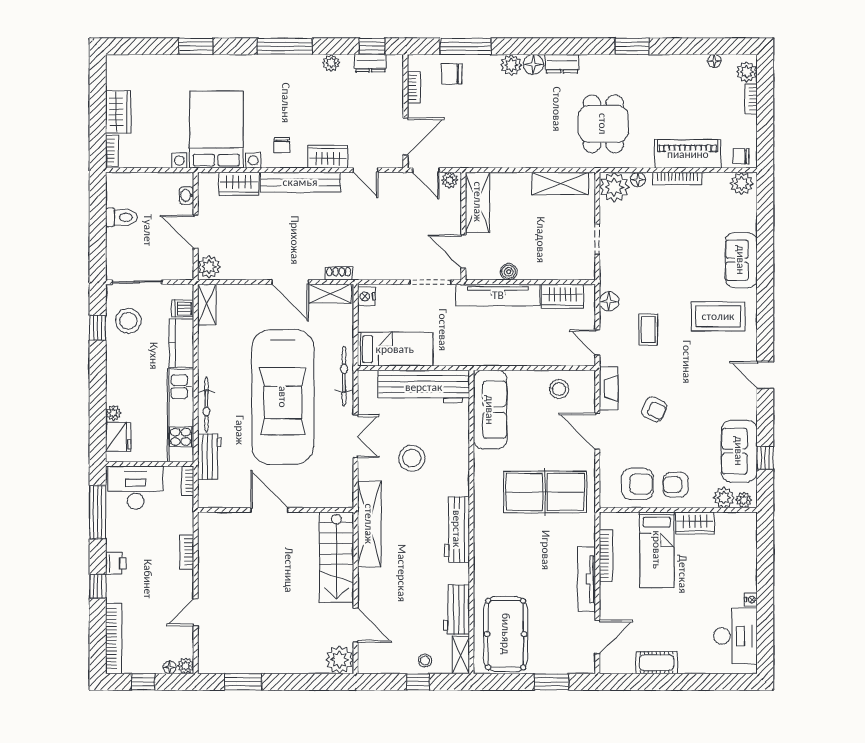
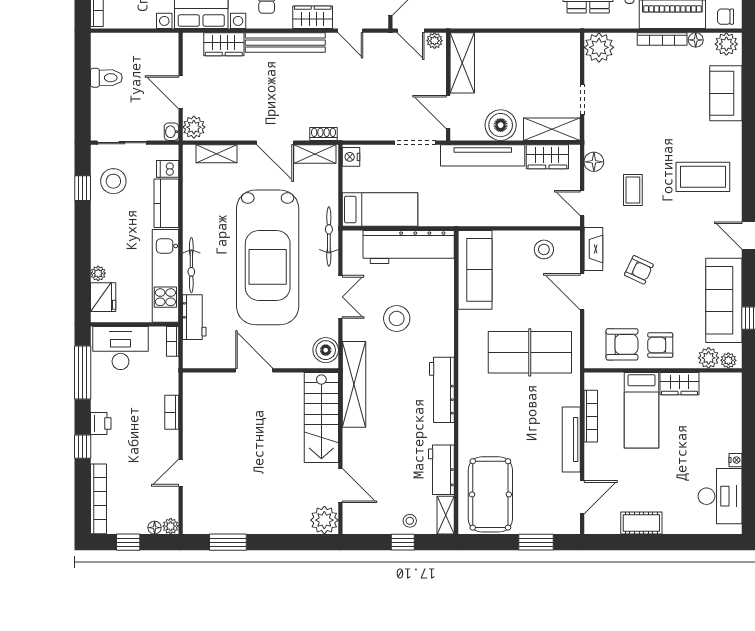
floor lamp: (638, 180) -> (696, 40), moved
shelving: (560, 184) -> (552, 129), moved
washbasin: (187, 195) -> (171, 132), moved
sofa: (741, 260) -> (726, 93), moved
boiler: (509, 272) -> (501, 125), width x1.86, depth x1.86
shelving: (207, 305) -> (216, 154), moved, turned 90
sofa: (739, 451) -> (724, 300), width x1.36
boiler: (341, 490) -> (326, 350), added

